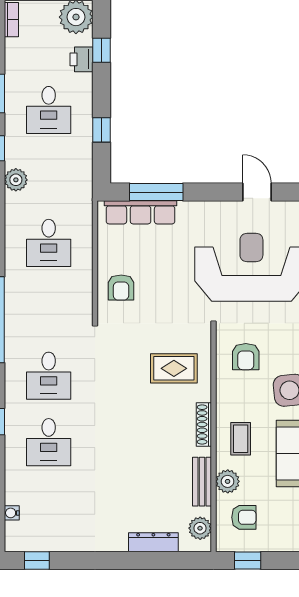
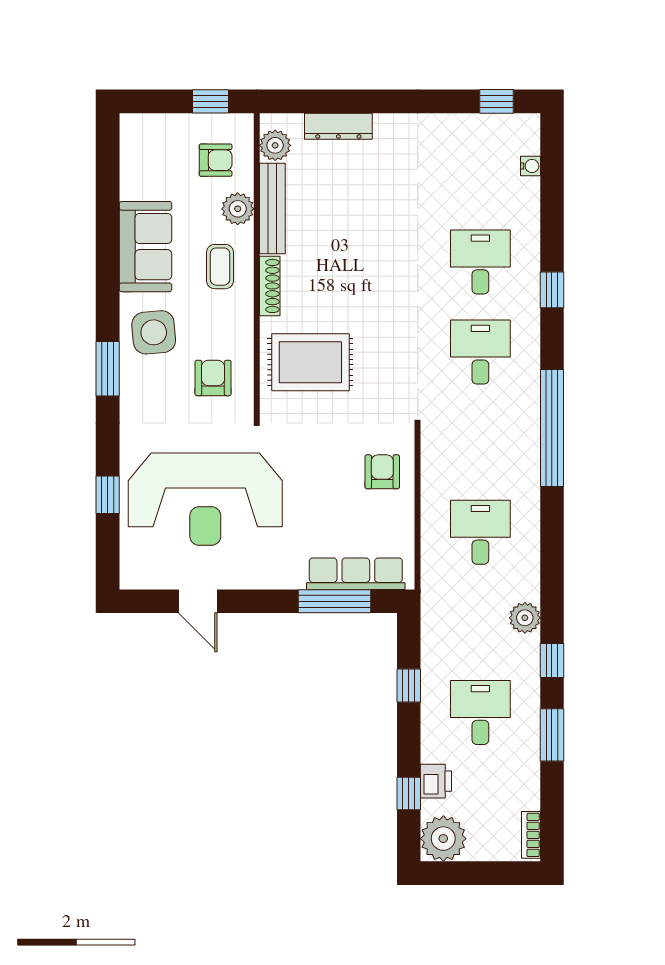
rug: (174, 368) -> (310, 362), width x1.36, depth x1.43
bench: (202, 482) -> (272, 208), width x1.36
armchair: (244, 517) -> (216, 160), turned 180

